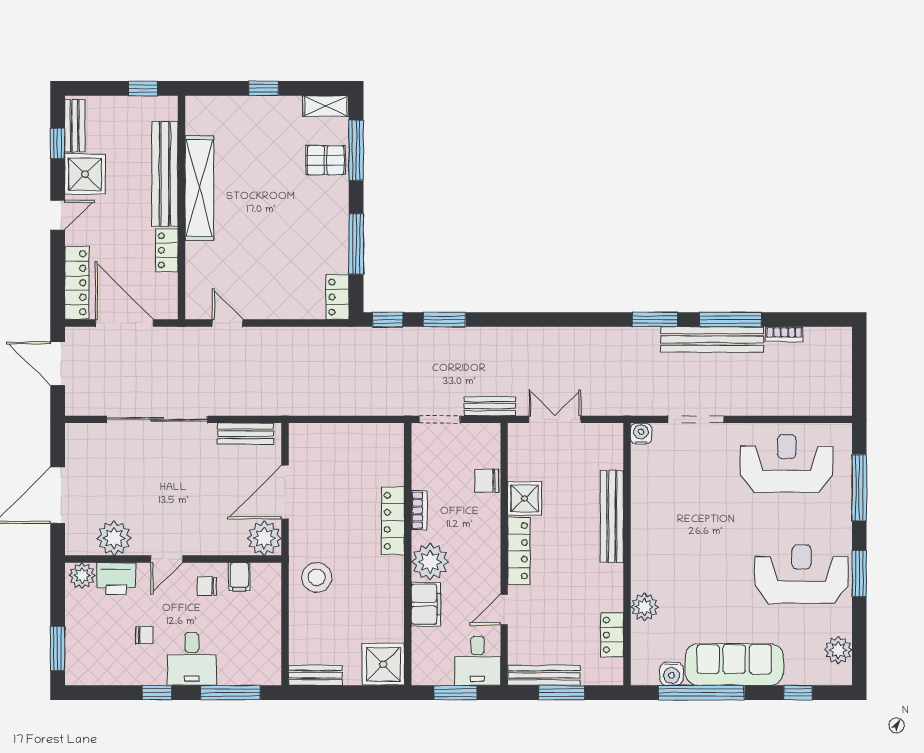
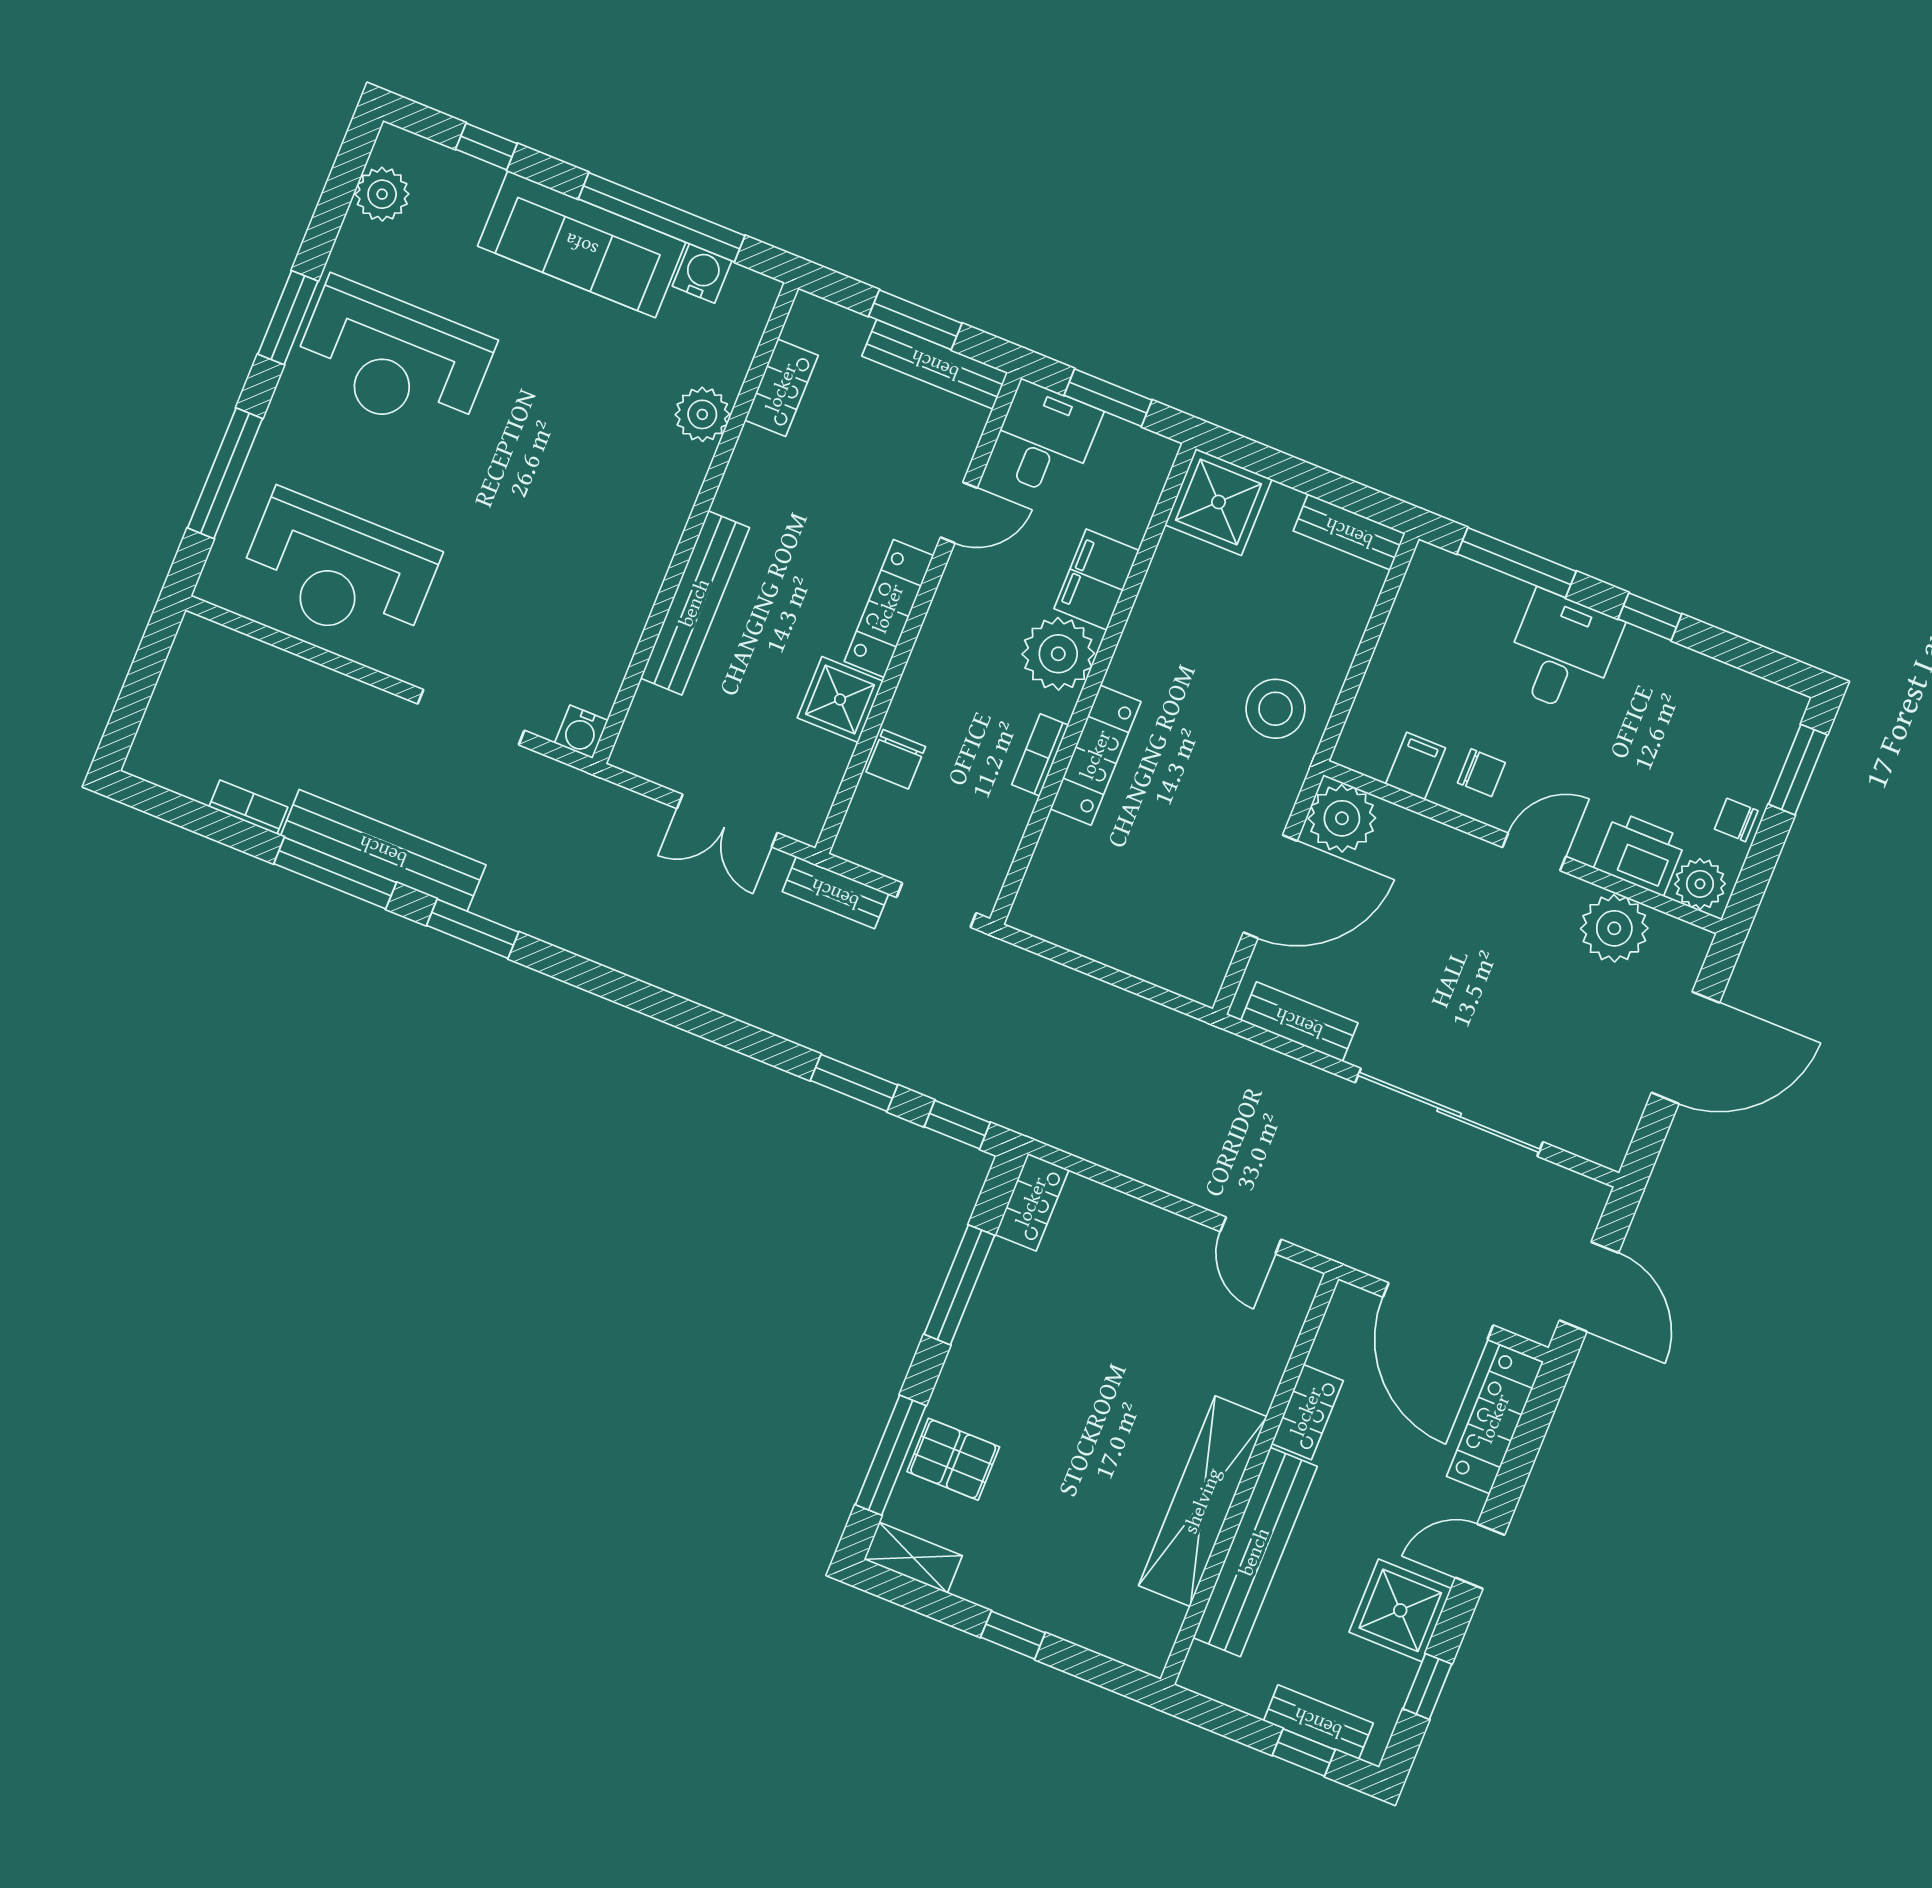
window: (143, 88) -> (1304, 1753), moved
bench: (75, 126) -> (1318, 1722), moved, turned 90
chair: (487, 481) -> (896, 759), turned 90
chair: (144, 635) -> (1736, 820), moved

